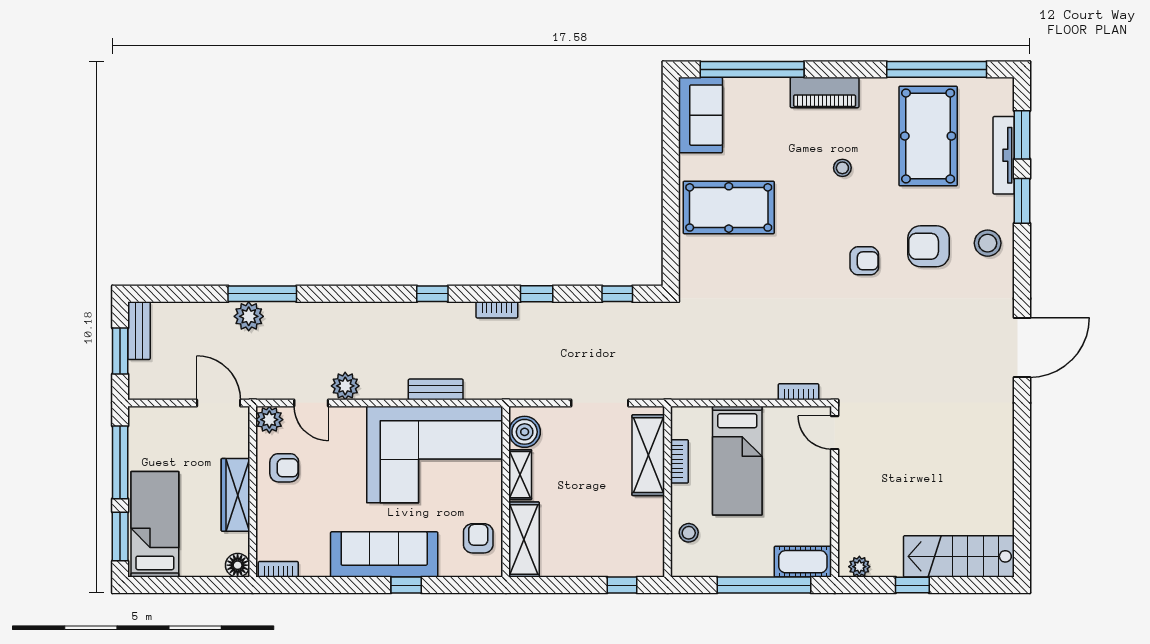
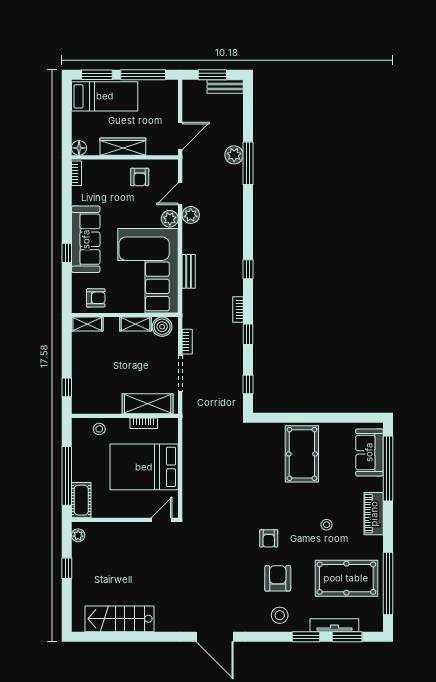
sofa: (700, 115) -> (369, 452), moved, turned 90
bookcase: (799, 392) -> (187, 342), moved
plant: (269, 420) -> (170, 219), moved
bed: (737, 461) -> (144, 467), width x1.50
shelving: (524, 540) -> (87, 324), width x0.67, depth x0.75
stairs: (959, 556) -> (119, 619), moved, turned -90

